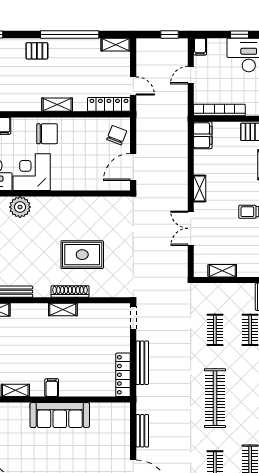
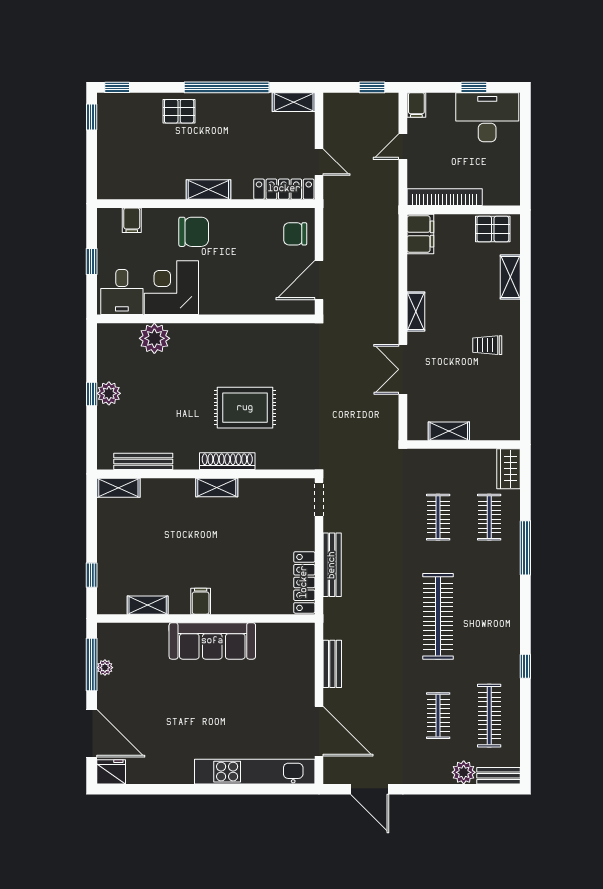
chair: (117, 135) -> (295, 234), turned -111

